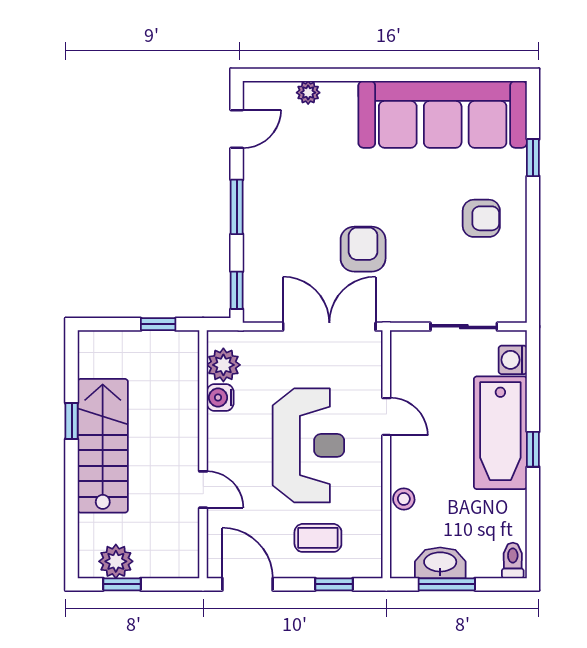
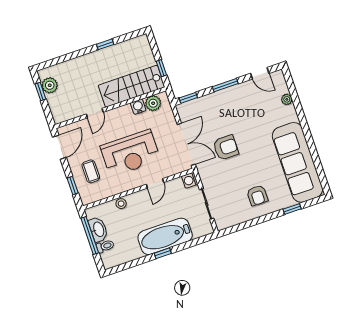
washing machine: (513, 360) -> (190, 180), moved, turned -90
stairs: (103, 446) -> (131, 86), moved, turned 180
toilet: (513, 560) -> (105, 246), moved
window: (447, 584) -> (90, 236), width x1.44

